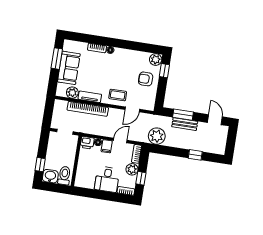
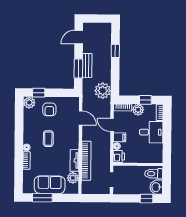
coffee table: (118, 95) -> (48, 139), moved

